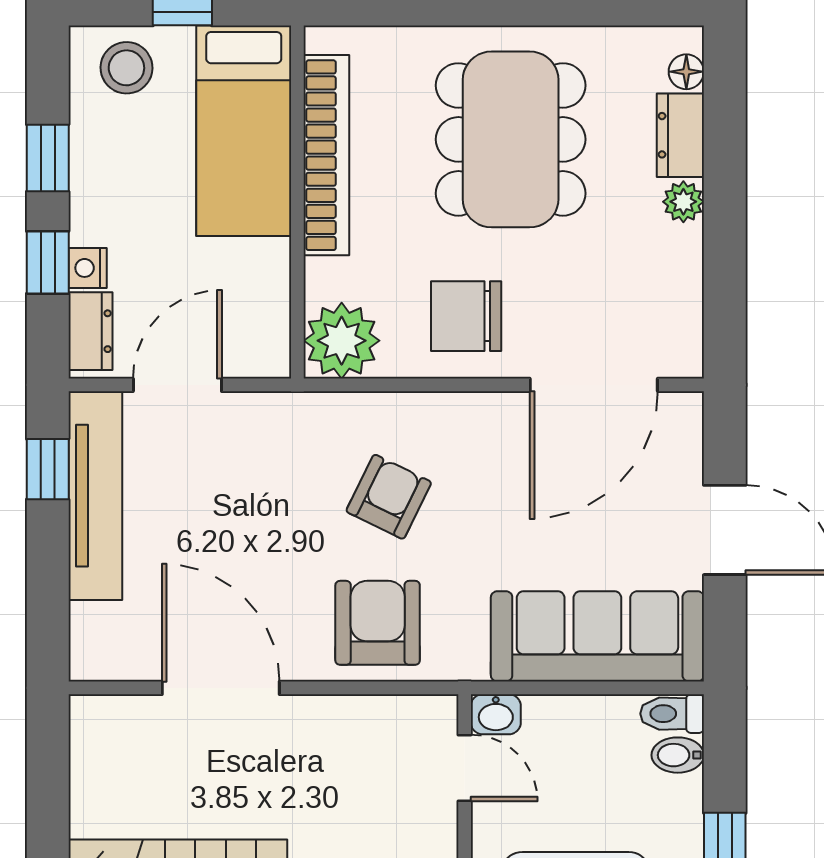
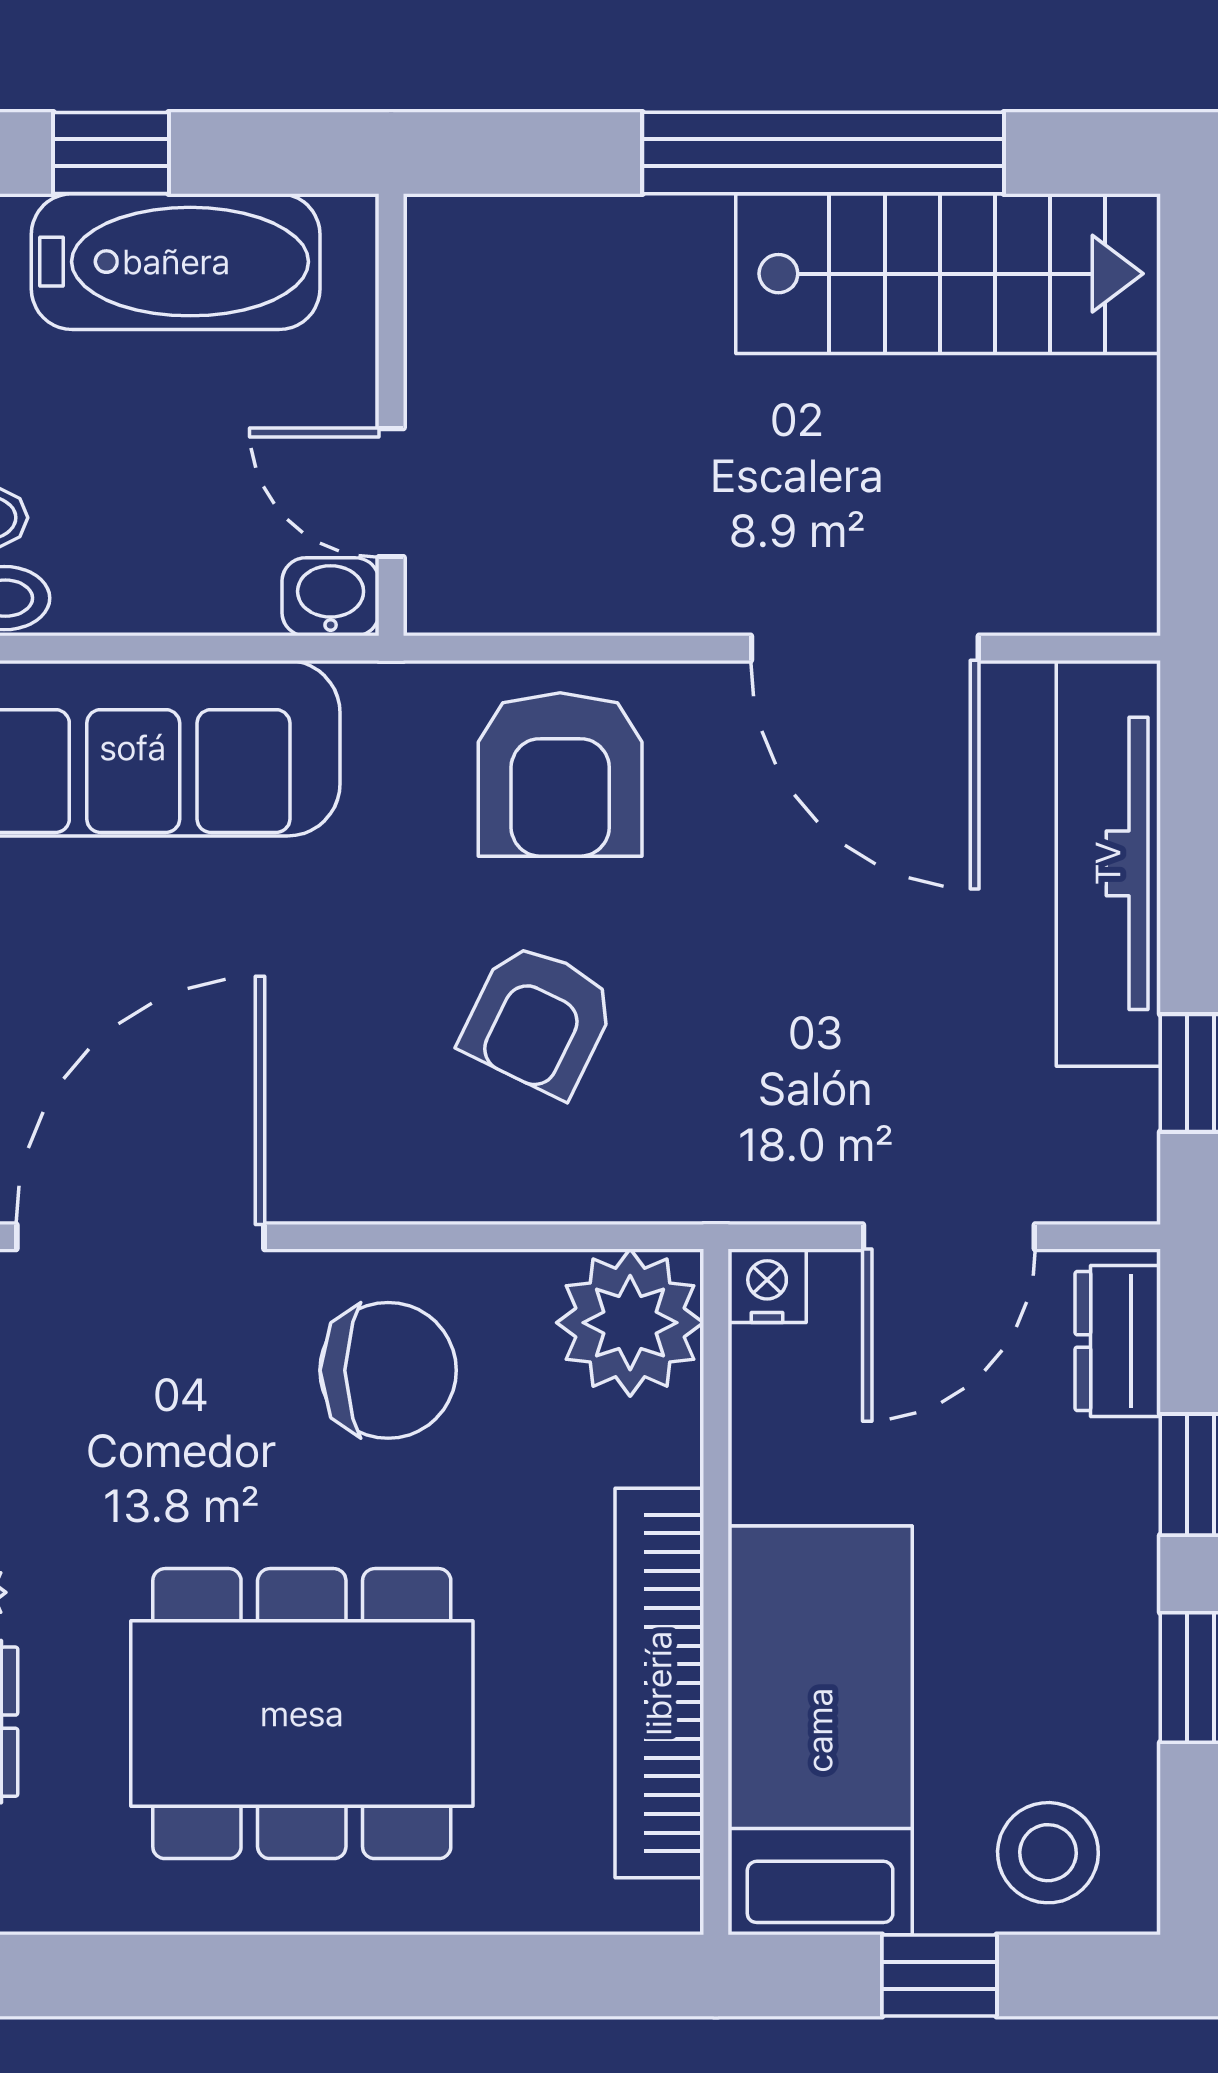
dining table: (511, 139) -> (302, 1714), turned 90
nightstand: (88, 268) -> (767, 1286), moved, turned -90
tv unit: (95, 496) -> (1108, 863), moved

